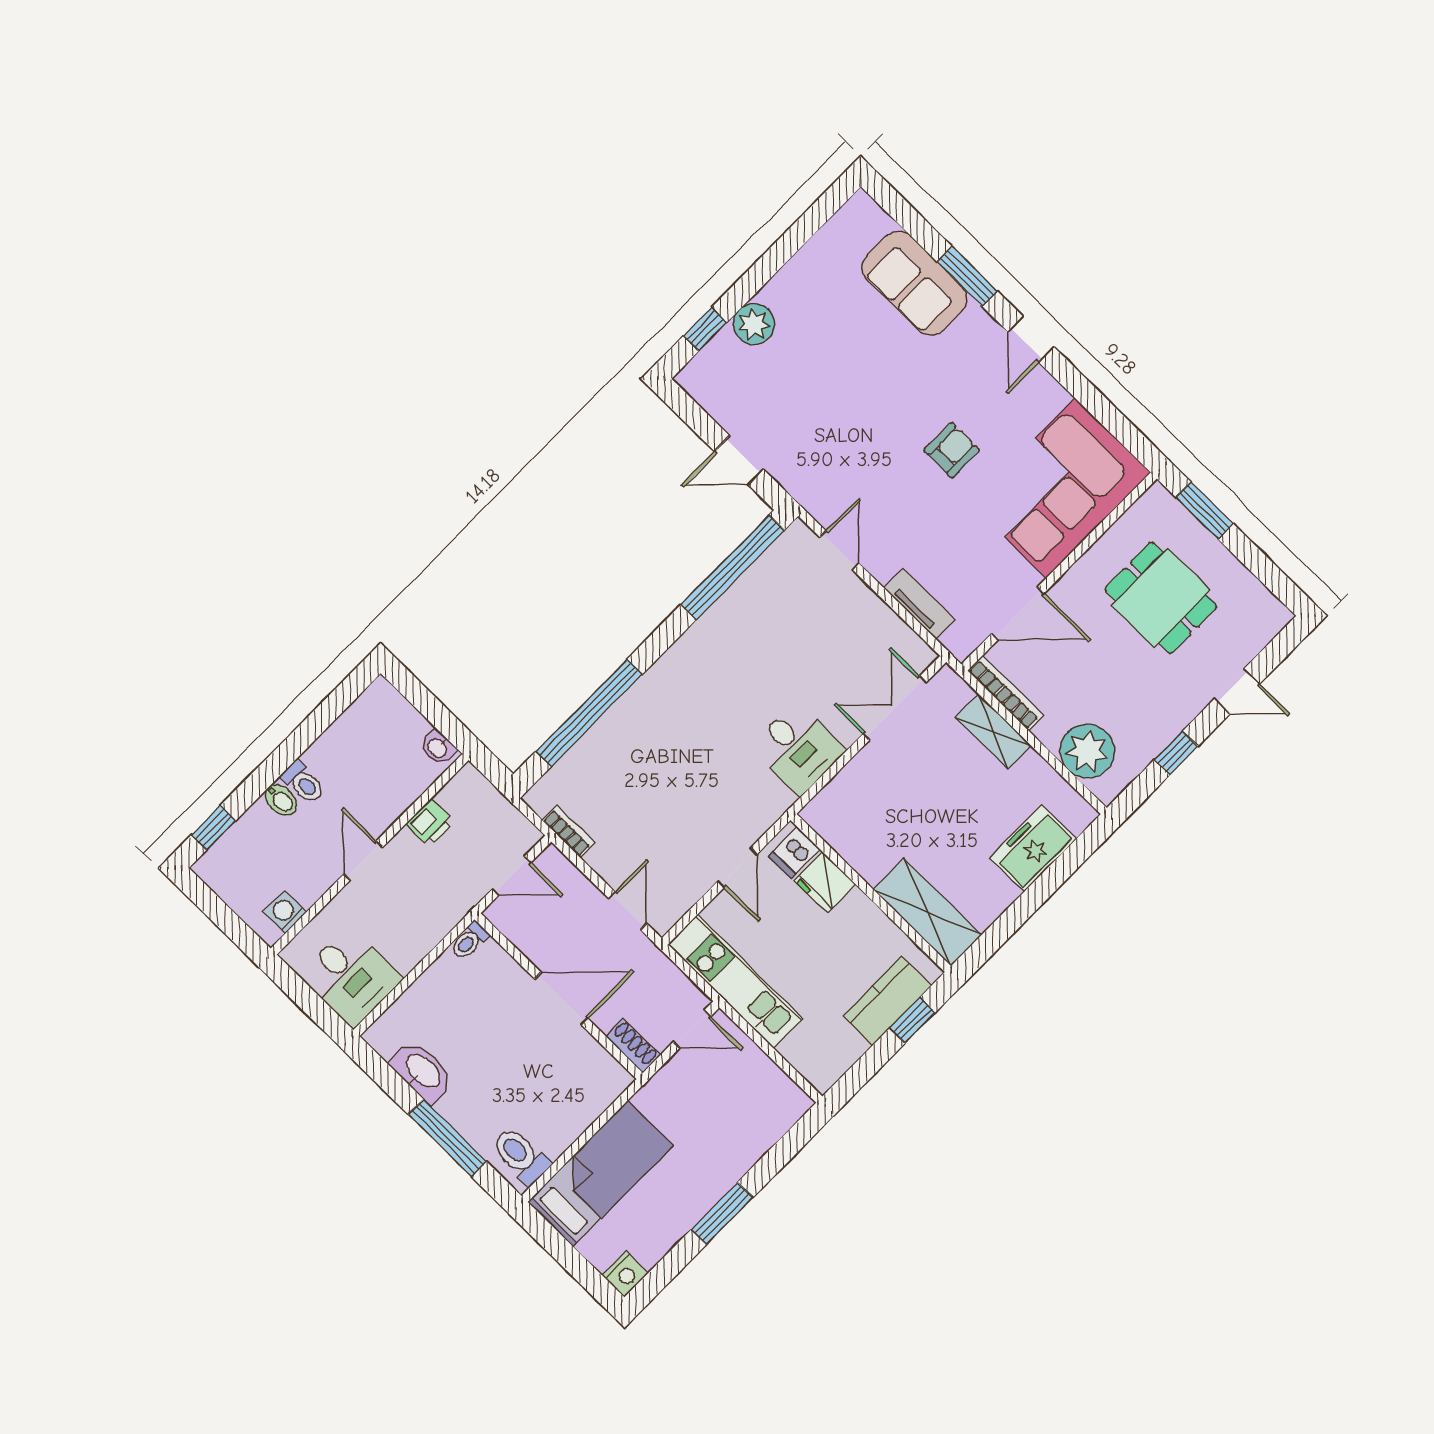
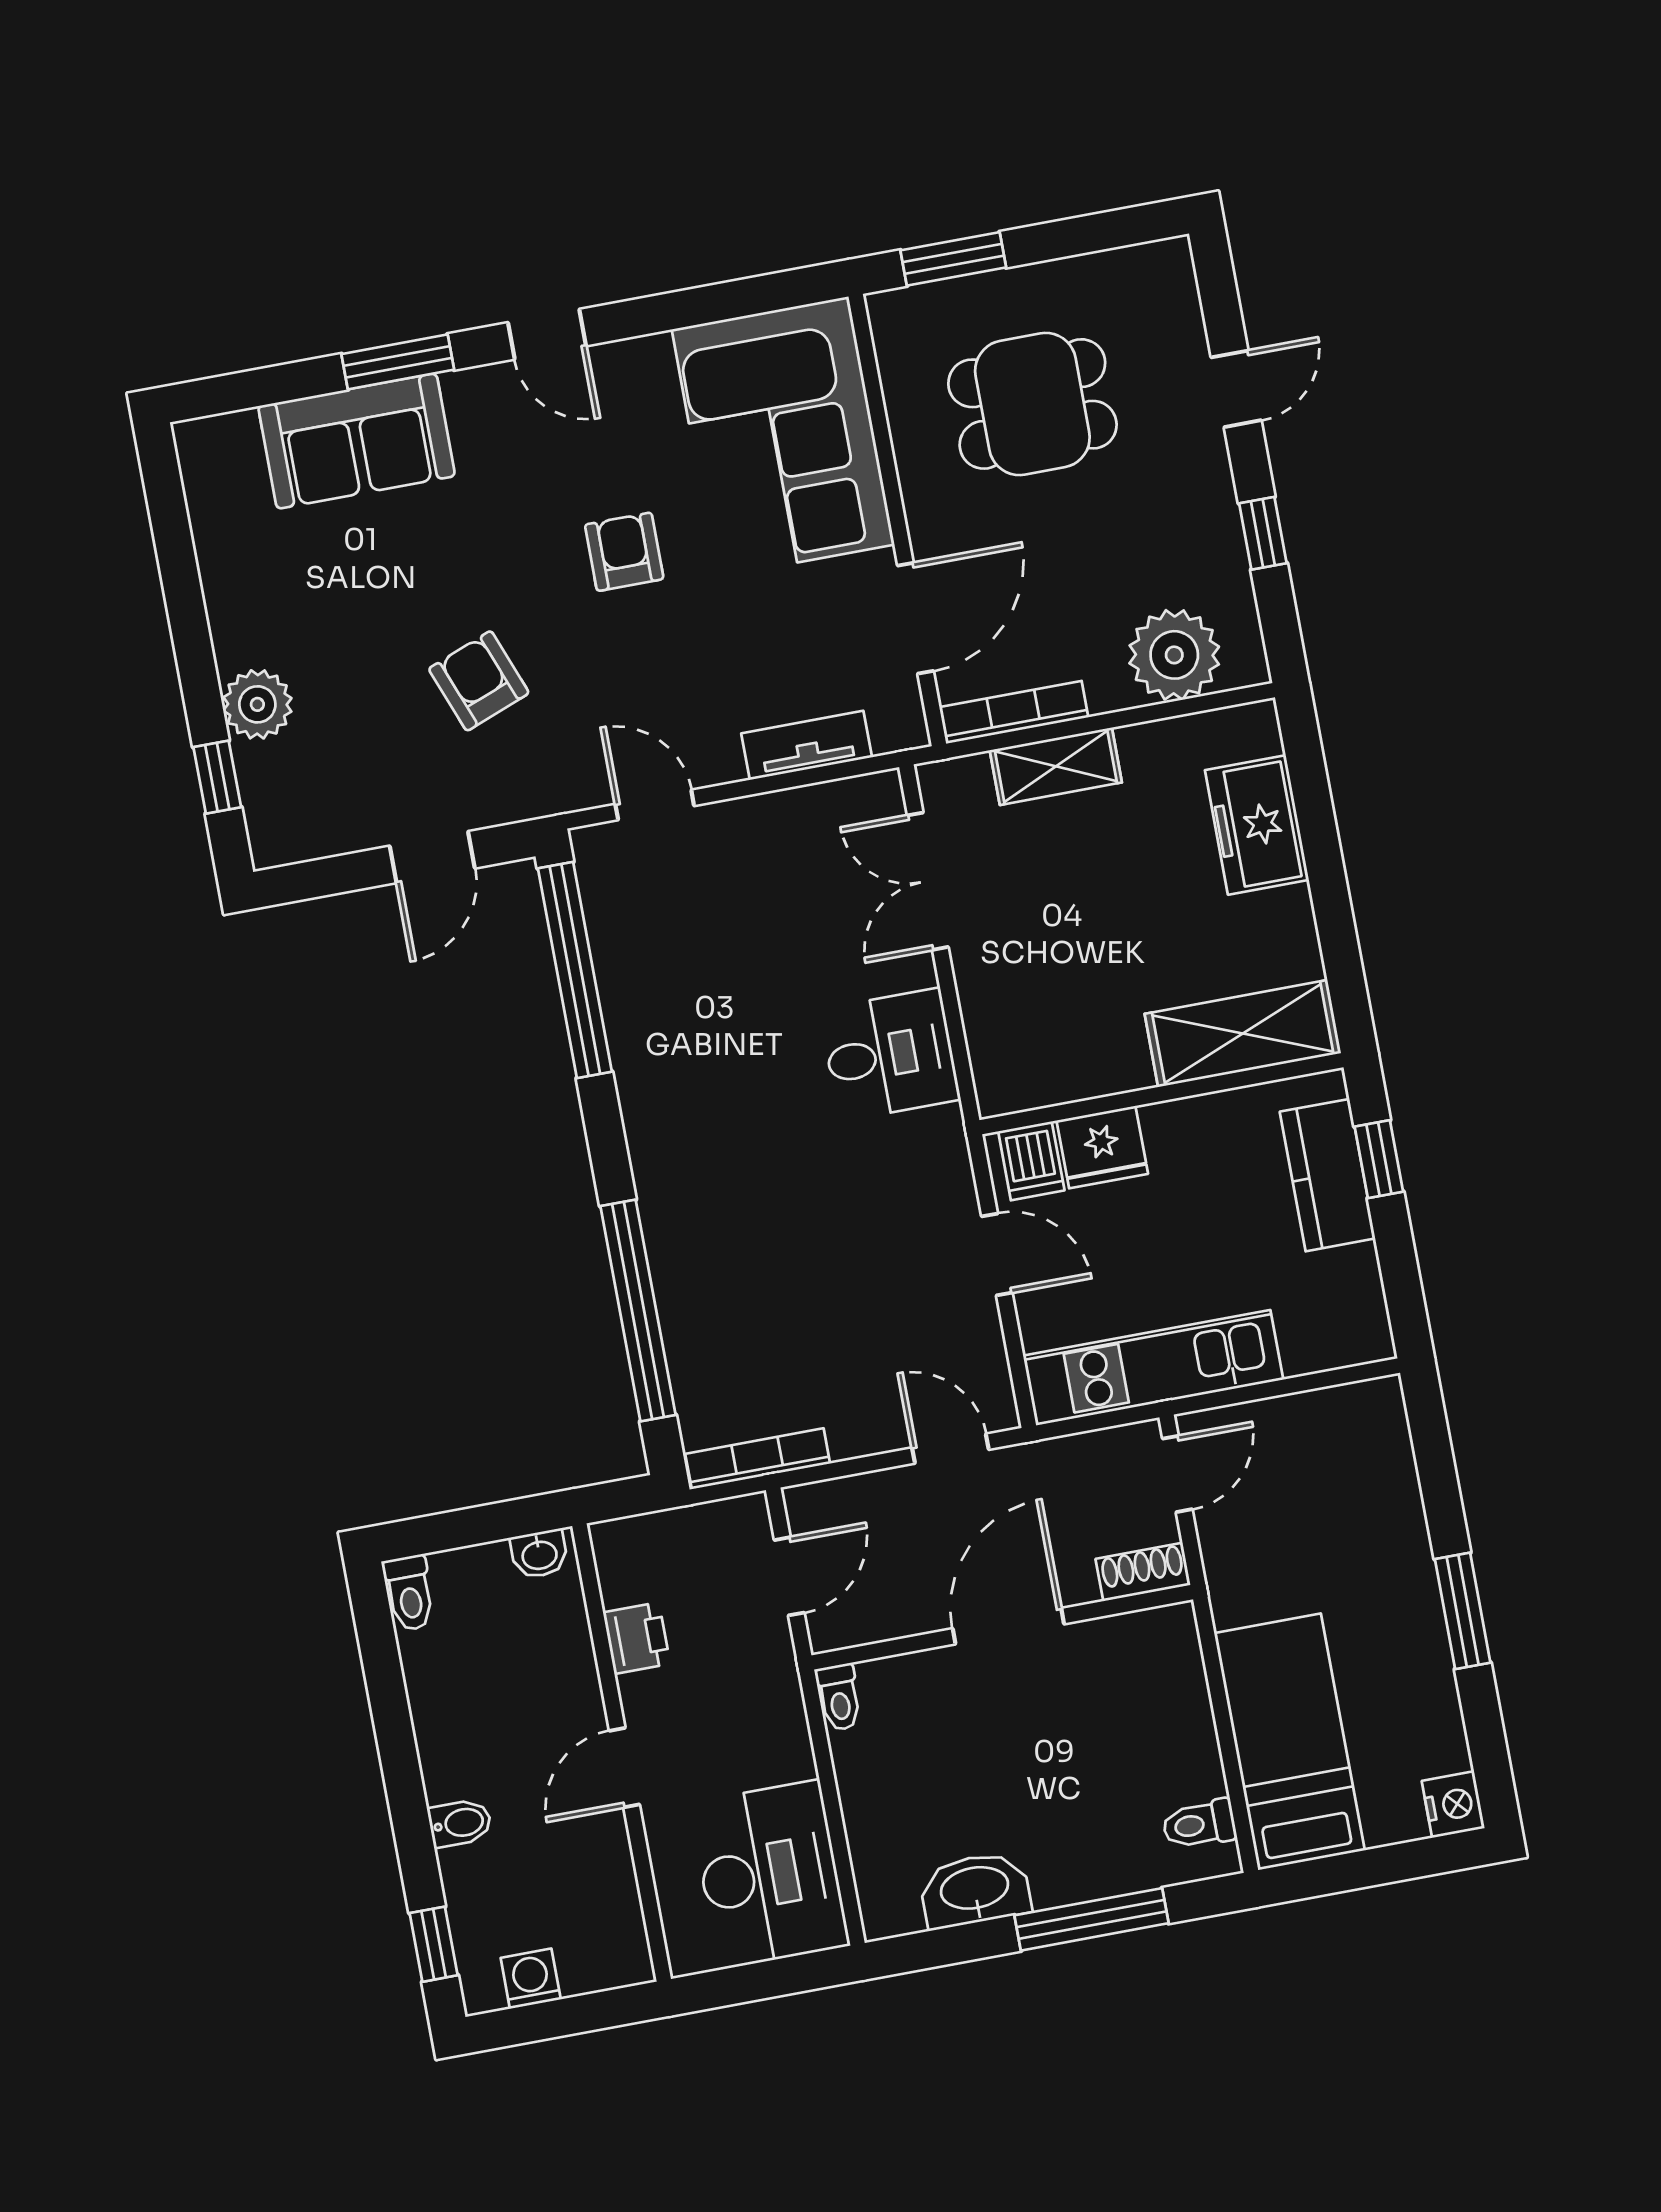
armchair: (840, 423) -> (479, 681), added
toilet: (303, 782) -> (409, 1593), moved, turned 90
bookcase: (568, 831) -> (758, 1459), width x1.56
door: (363, 861) -> (624, 1768), hinge flipped
washing machine: (285, 912) -> (531, 1979), moved, turned 90
desk: (351, 977) -> (769, 1874), width x1.37
toilet: (521, 1156) -> (1199, 1824), width x0.73, depth x0.72

